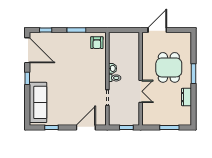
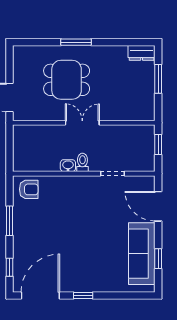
double door: (141, 91) -> (82, 123), moved
dresser: (186, 97) -> (142, 53), moved
sofa: (38, 102) -> (142, 254), moved, turned -90

